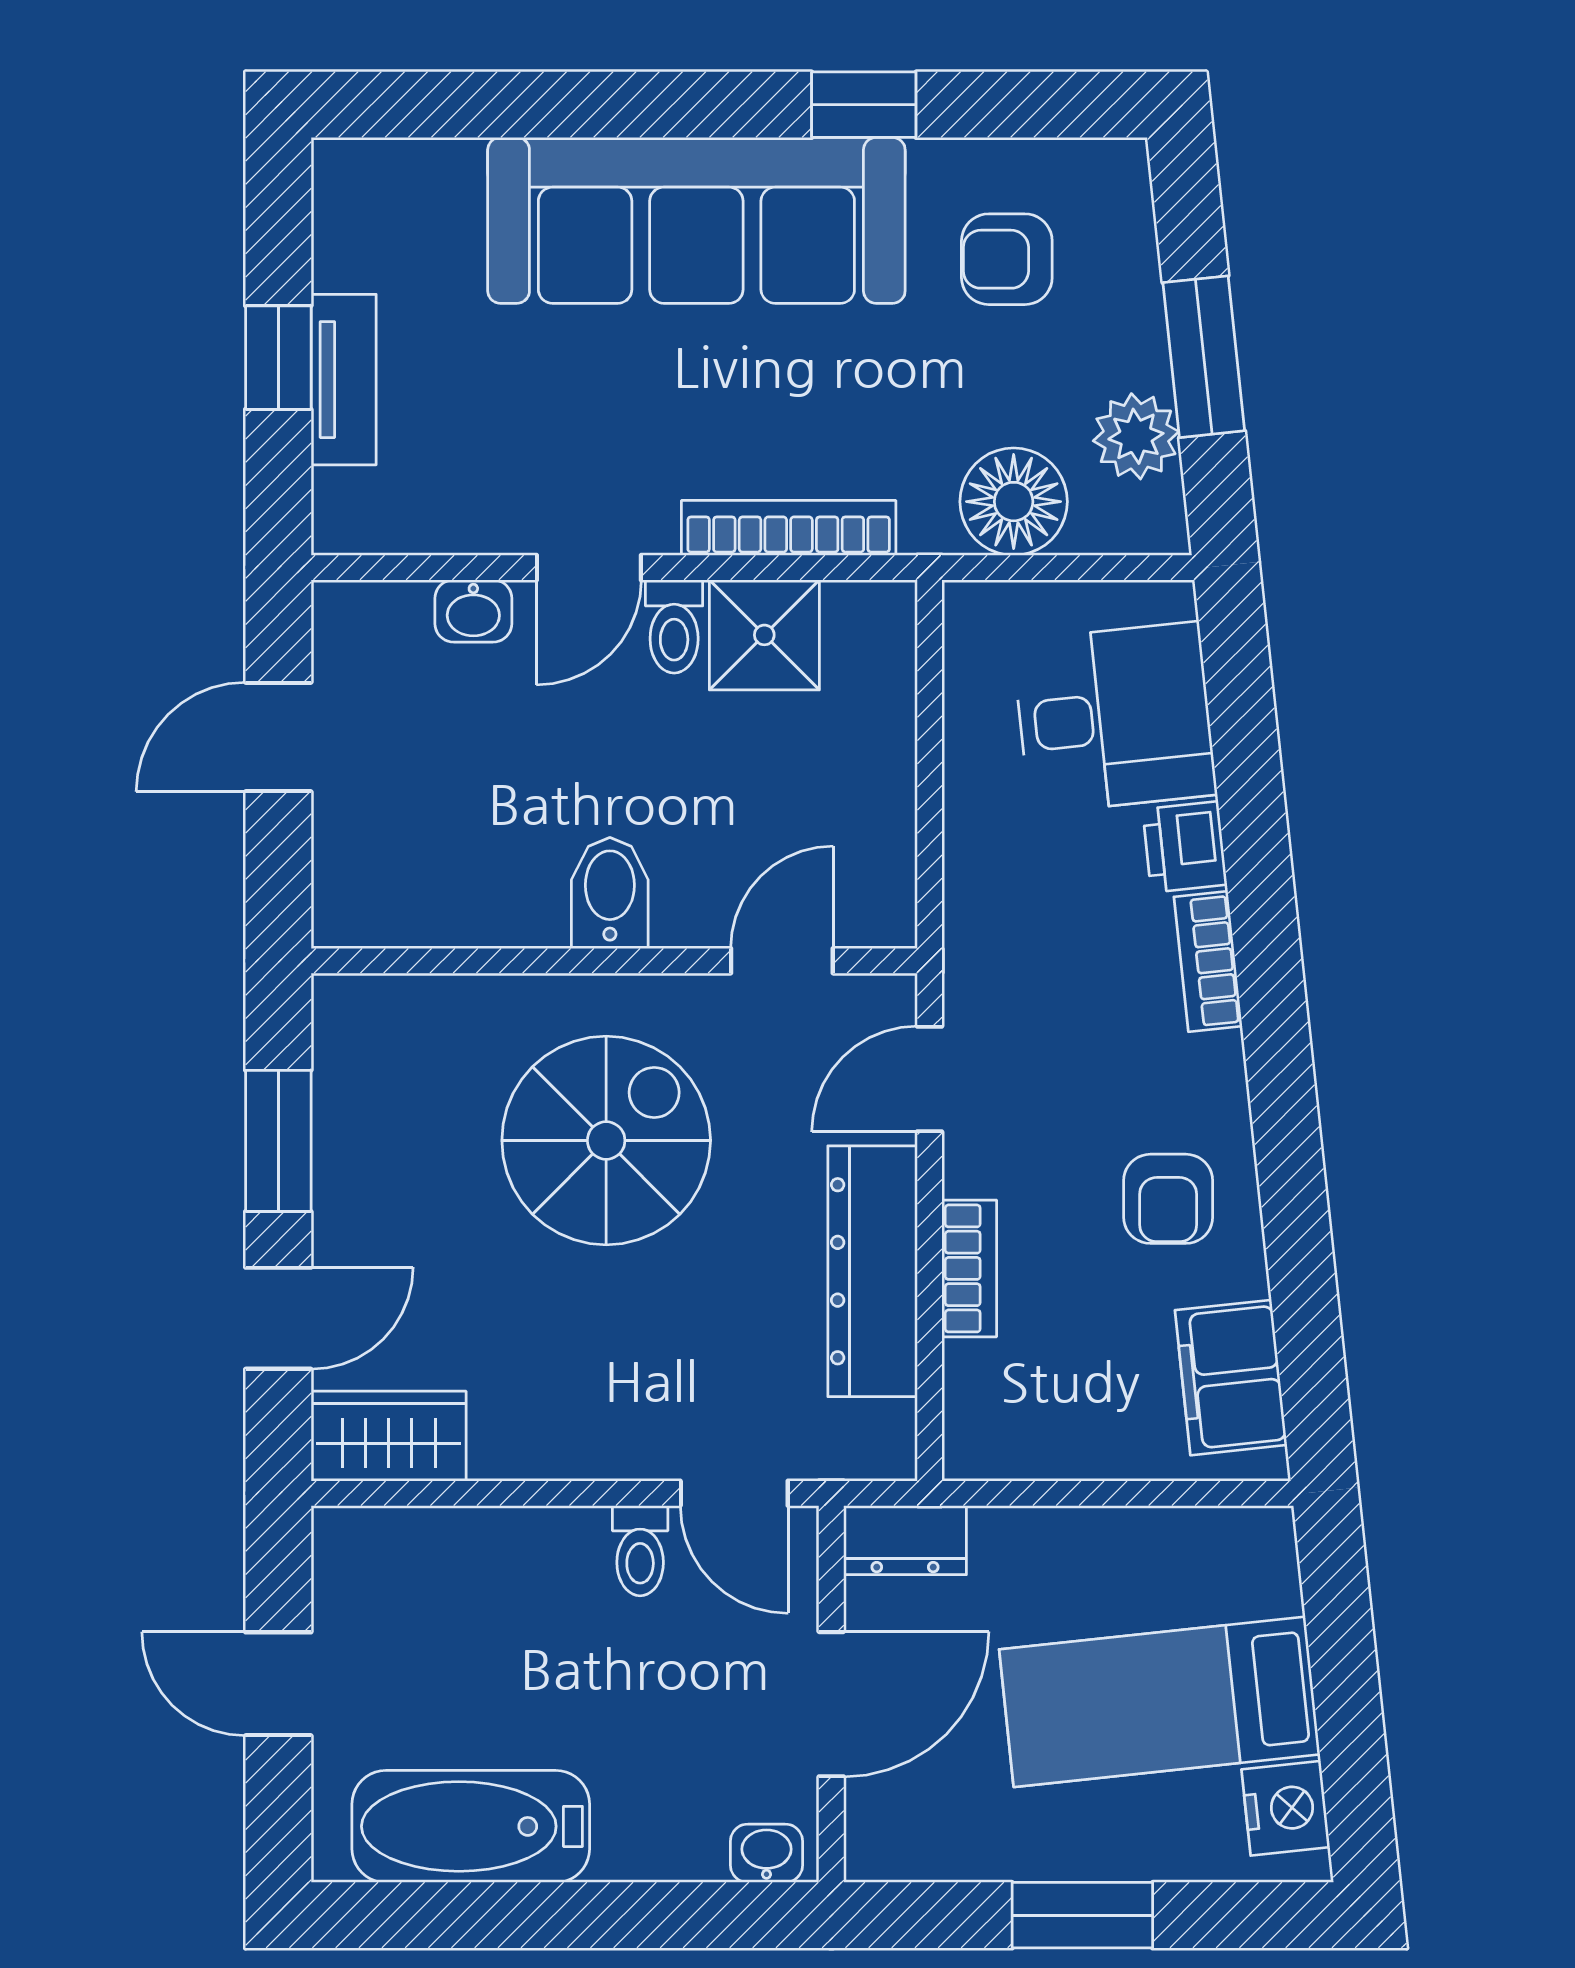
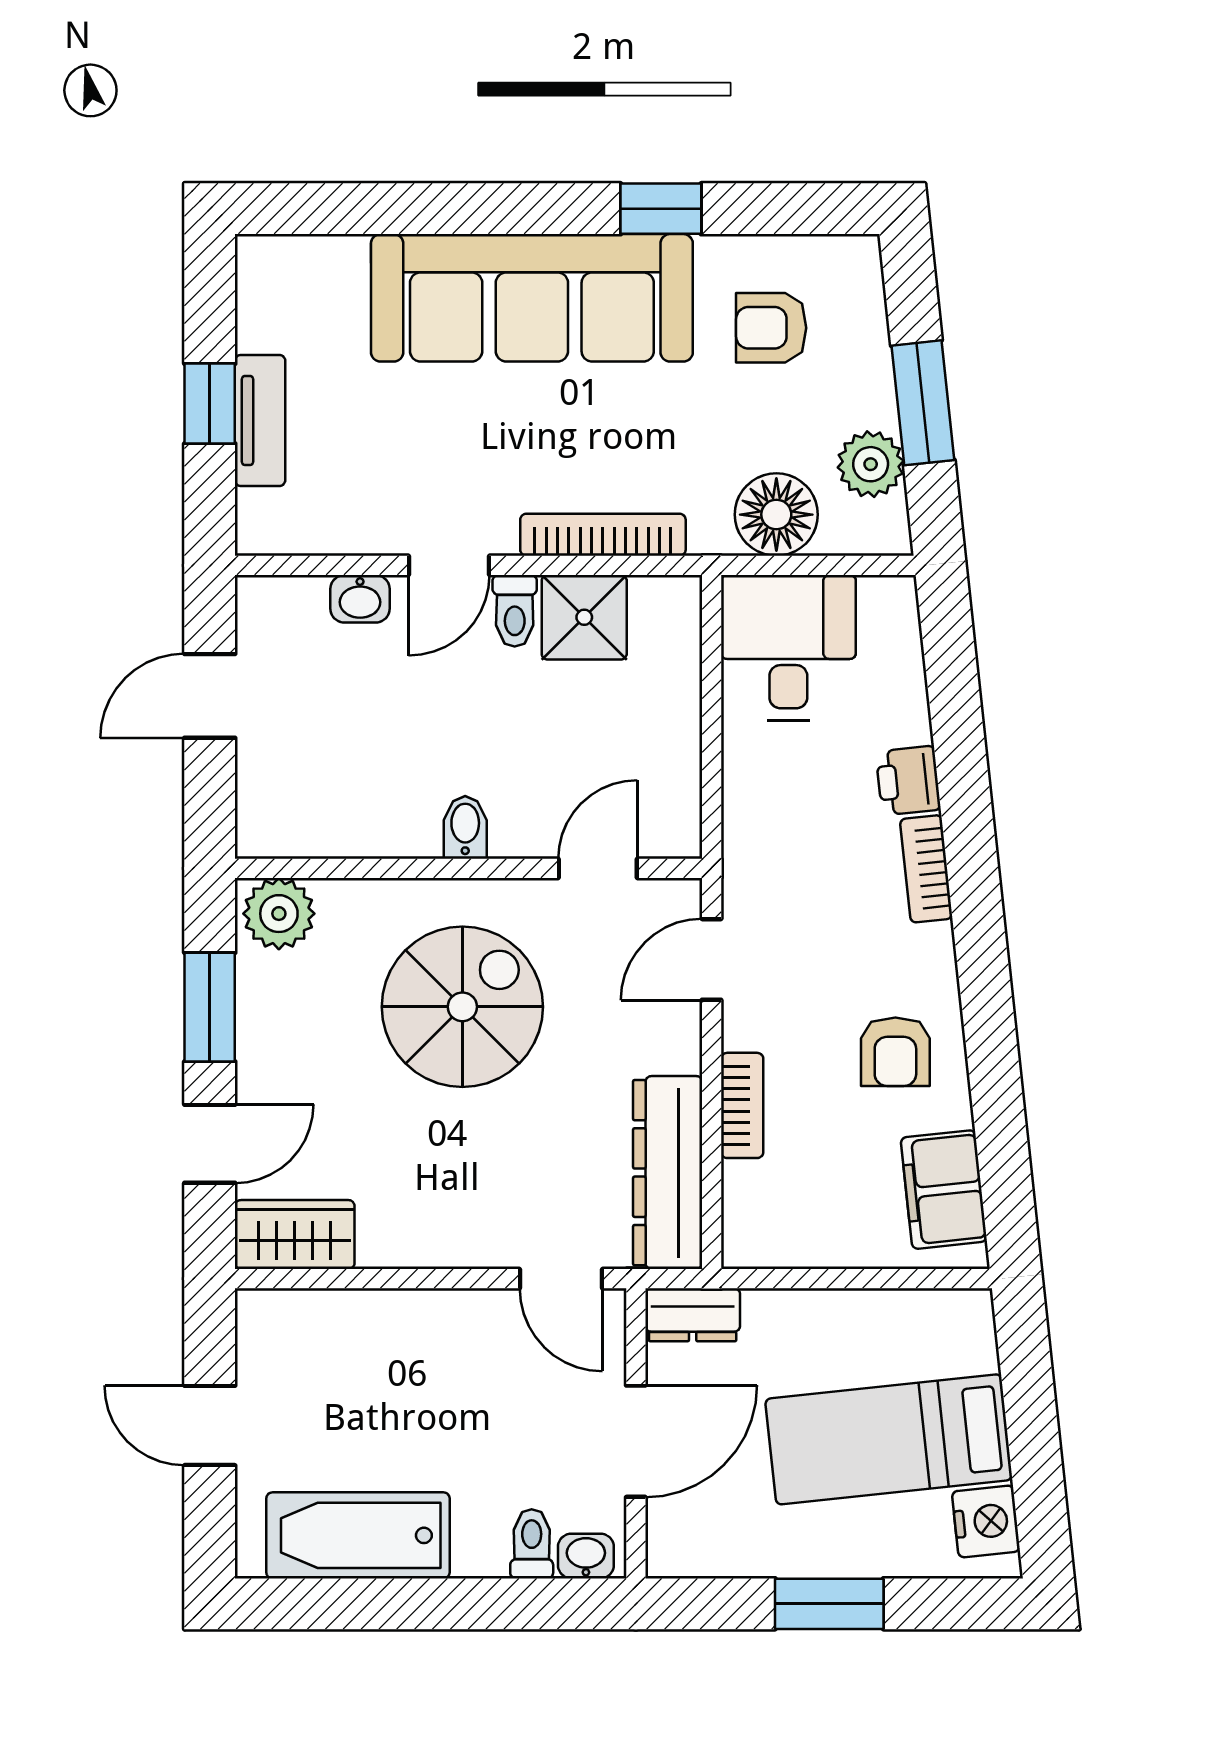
desk: (1115, 718) -> (788, 647), moved, turned -84
bidet: (610, 893) -> (465, 827), width x0.72, depth x0.74
plant: (368, 1020) -> (279, 914), added
dresser: (873, 1271) -> (668, 1173), moved
toilet: (640, 1551) -> (532, 1544), moved, turned 180

